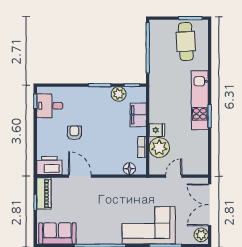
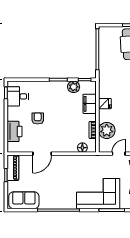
fridge: (157, 130) -> (105, 104), moved
printer: (49, 166) -> (14, 131), moved, turned 90
door: (80, 176) -> (42, 154), swing flipped

